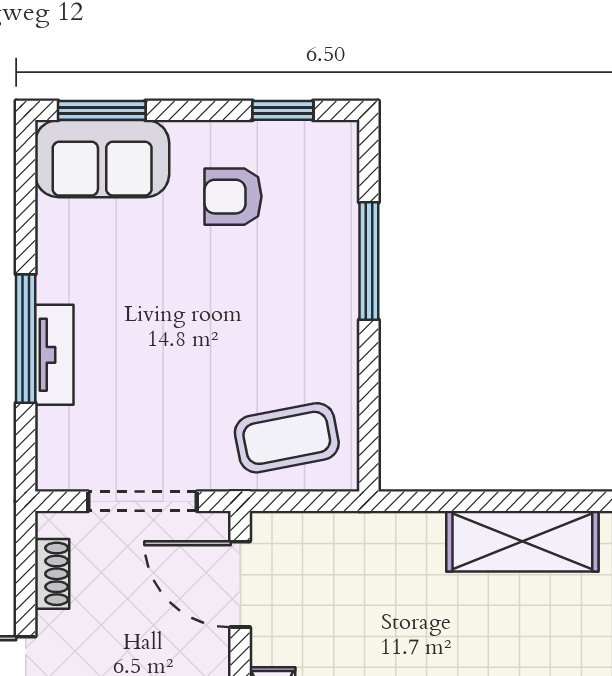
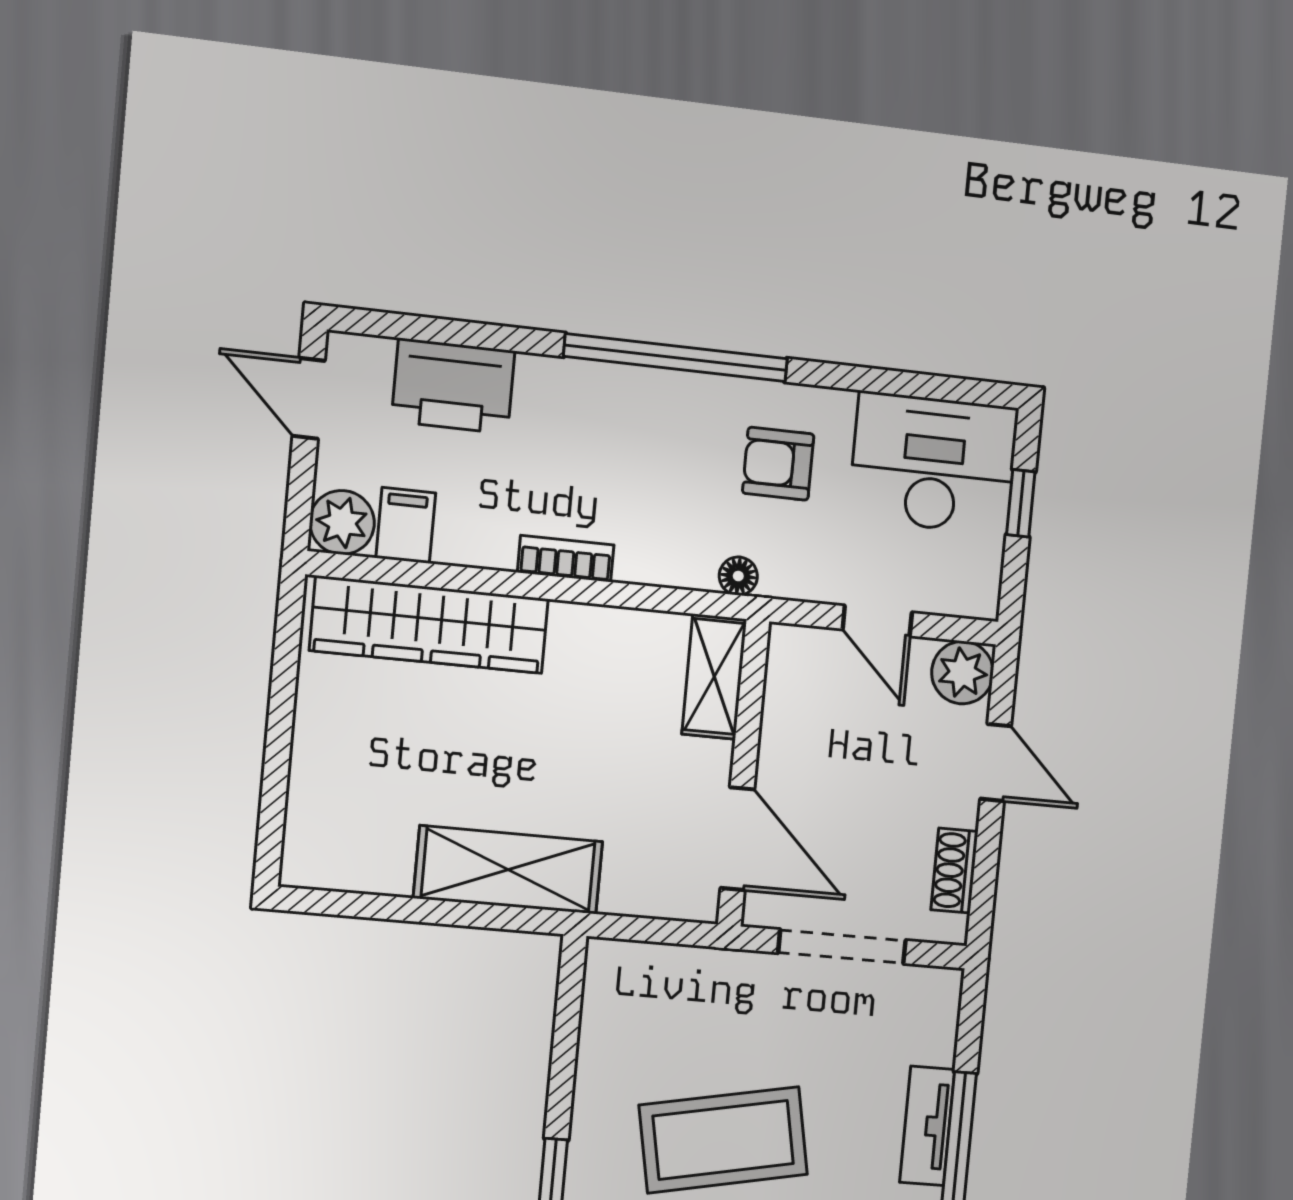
coffee table: (287, 438) -> (723, 1140), moved, width x1.36, depth x1.32
shelving: (522, 541) -> (508, 870), moved

